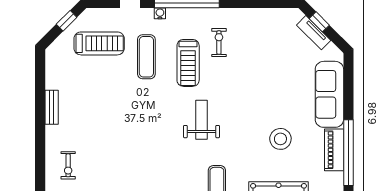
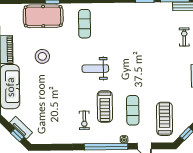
treadmill: (99, 43) -> (164, 119), turned 90
treadmill: (188, 63) -> (105, 106), turned 180
weight bench: (202, 120) -> (95, 69), turned 90

